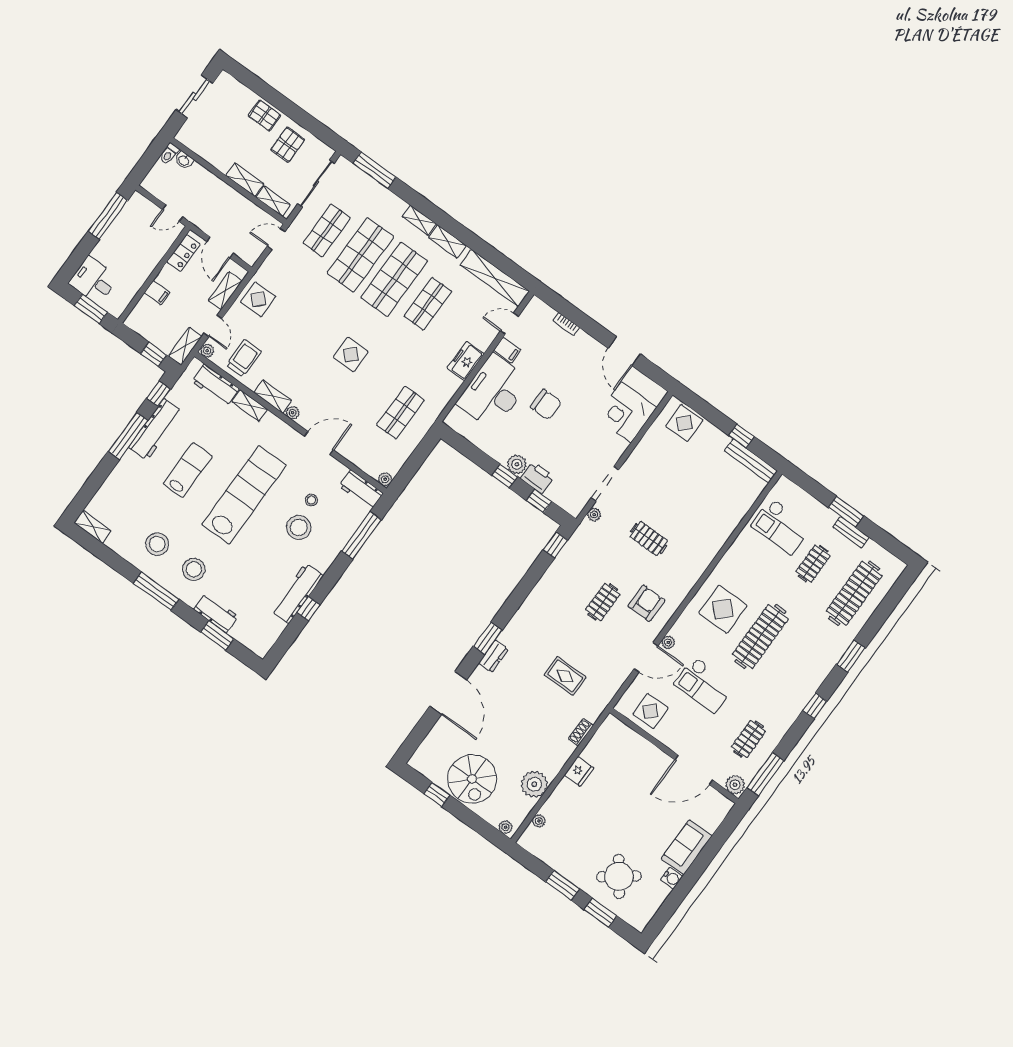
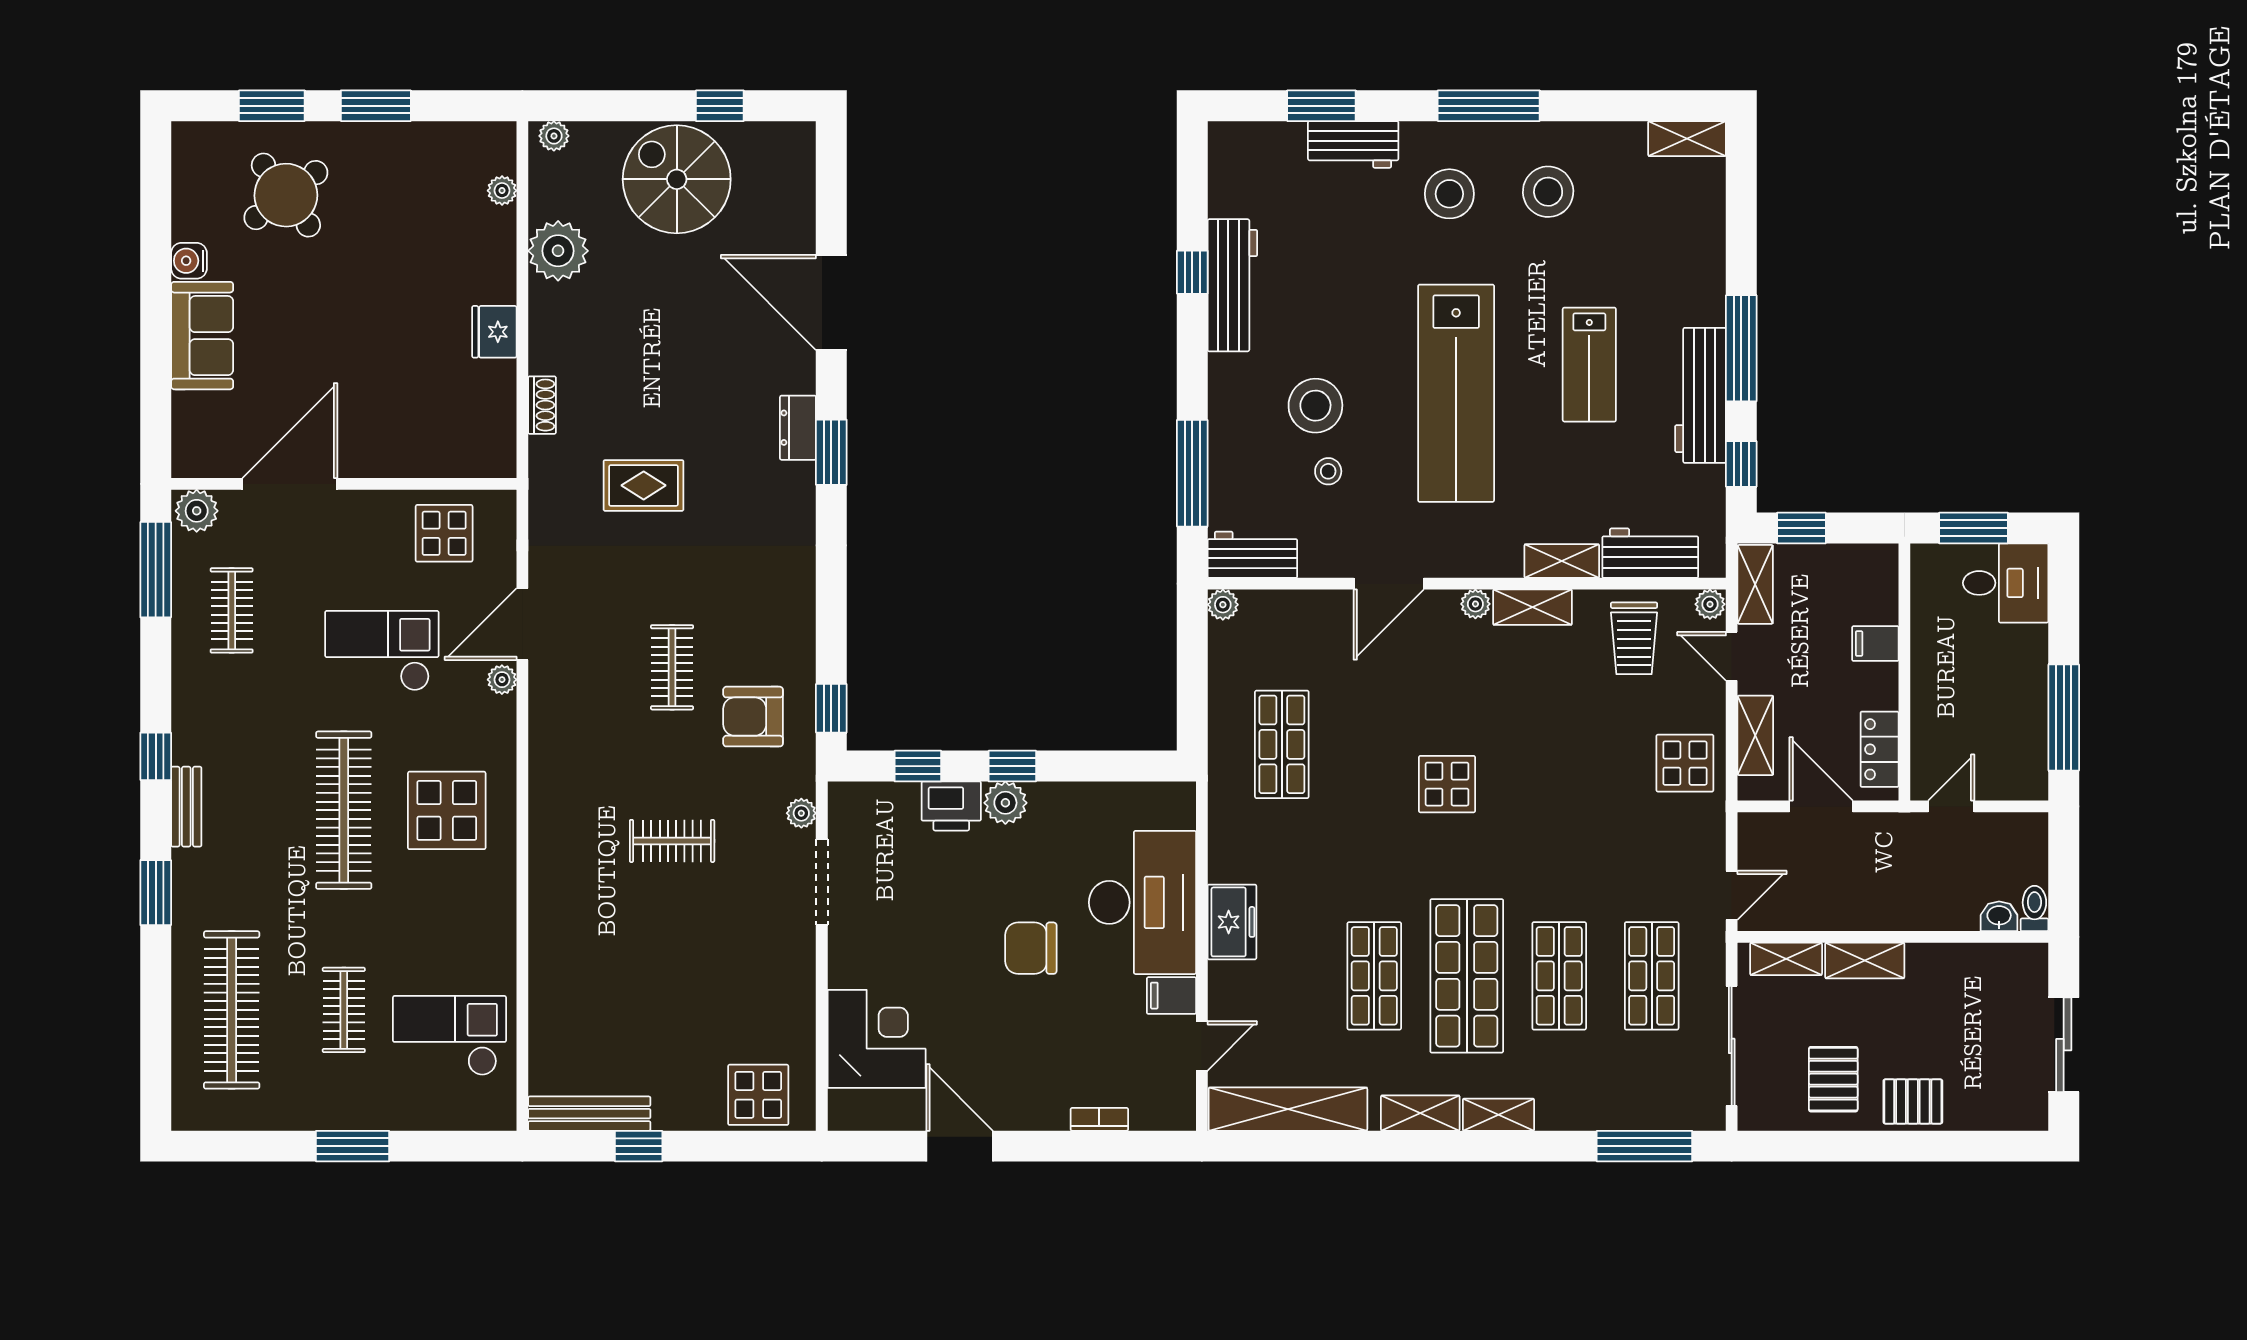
shop shelf: (360, 255) -> (1559, 976), width x0.70, depth x0.74
bench: (851, 532) -> (186, 807), moved, turned 90
armchair: (646, 603) -> (753, 717), moved, turned 90

